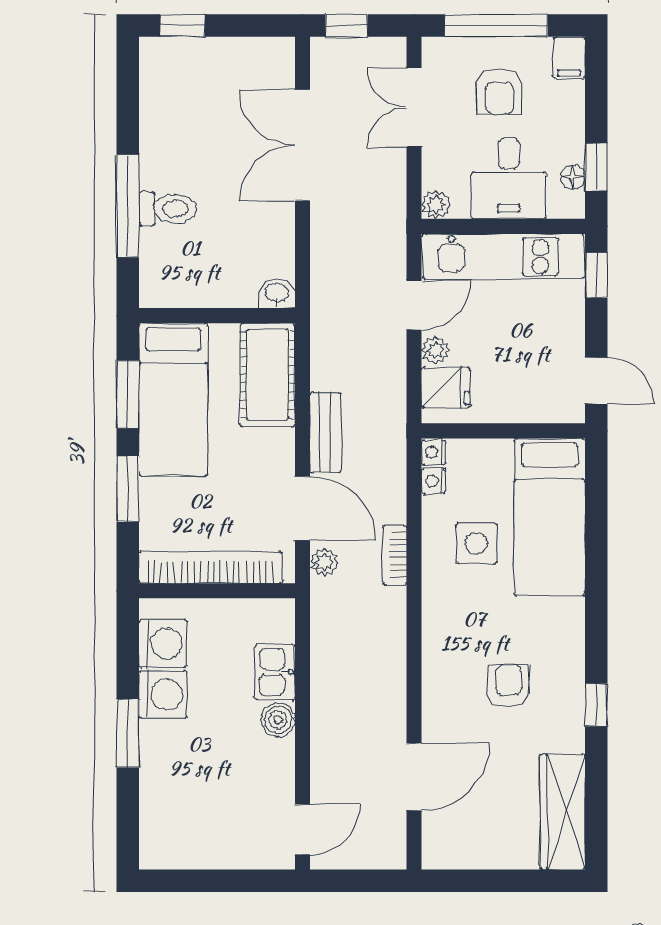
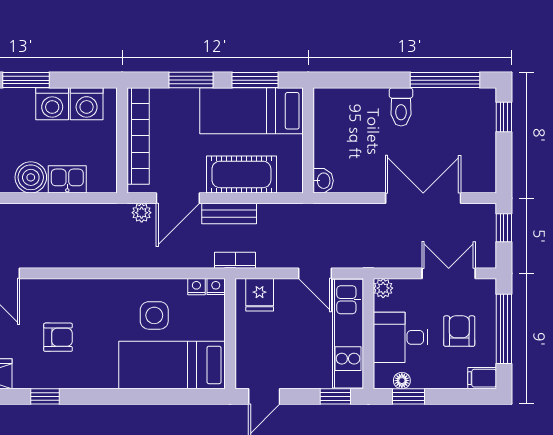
armchair: (499, 92) -> (459, 331), turned 90
window: (128, 206) -> (445, 80), moved
toilet: (167, 209) -> (401, 107), moved
plant: (435, 350) -> (285, 288), removed
cot: (268, 375) -> (241, 174), moved
bookcase: (395, 555) -> (235, 260), moved
boiler: (278, 720) -> (31, 177), width x1.36, depth x1.36

